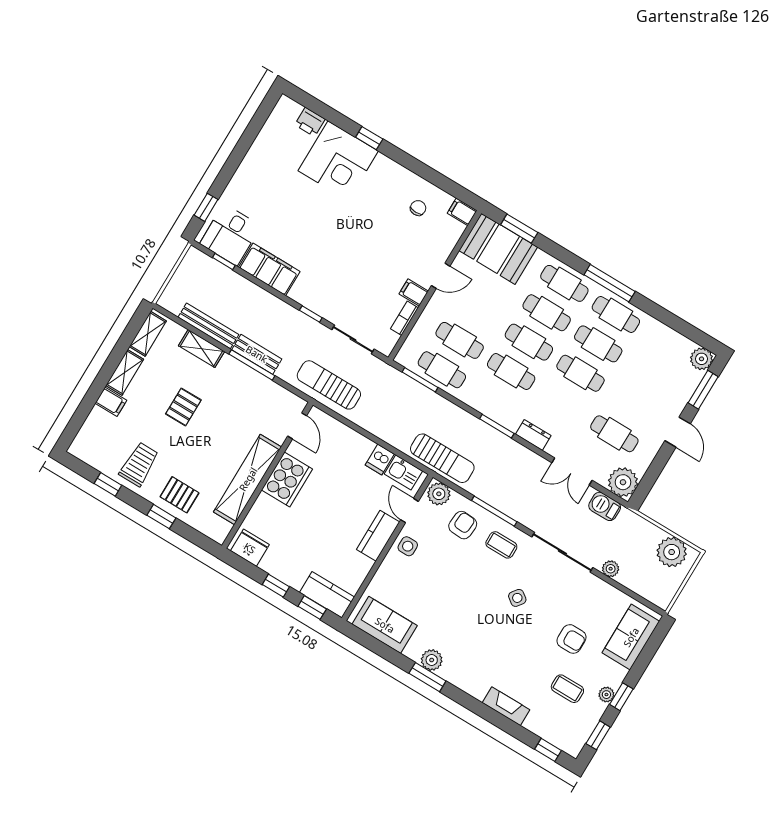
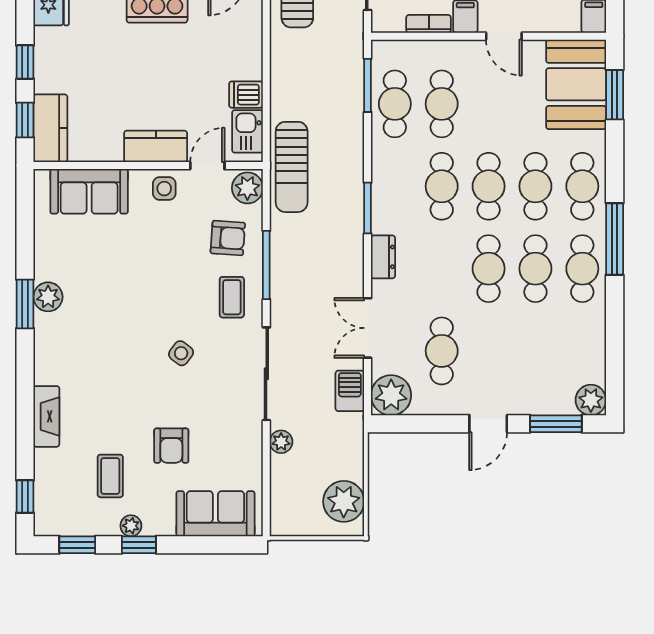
sofa: (385, 625) -> (89, 191), moved, turned 90

